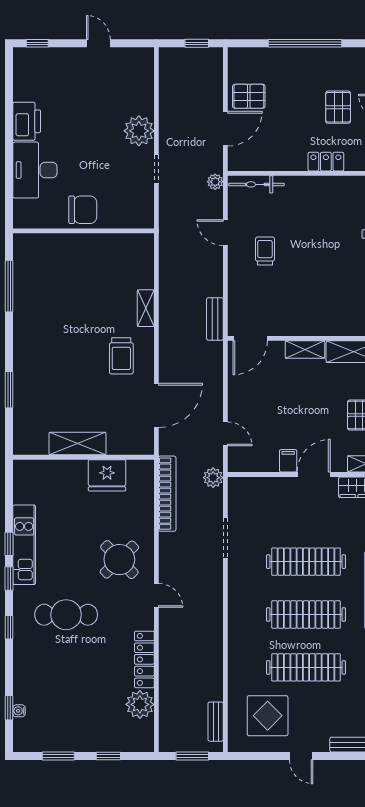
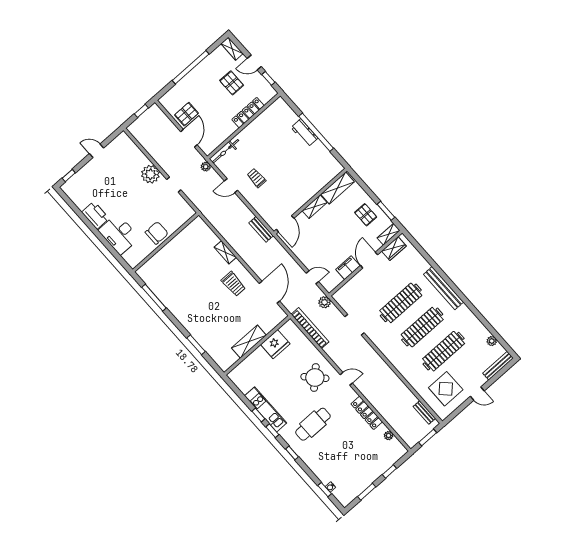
locker: (326, 162) -> (248, 113), width x1.53
filing cabinet: (288, 461) -> (348, 268), width x2.00
plant: (140, 704) -> (389, 436), width x0.53, depth x0.53

